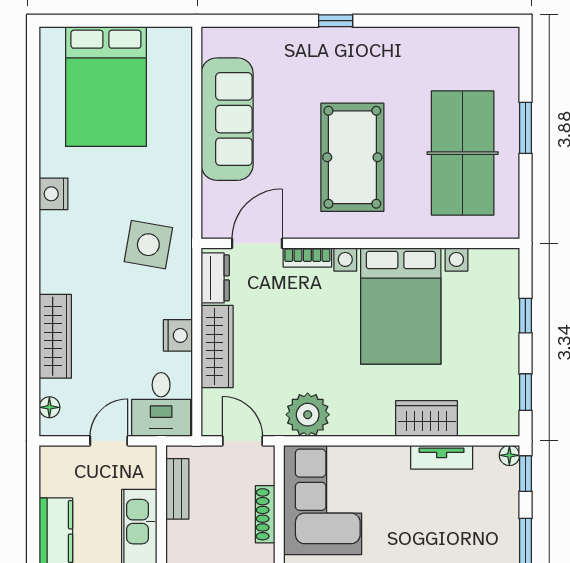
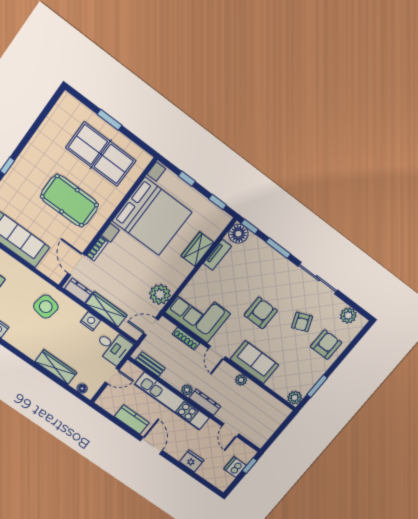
bed with nightstands: (401, 306) -> (152, 216), width x1.36
door: (109, 441) -> (112, 376), swing flipped
floor lamp: (509, 455) -> (238, 234), width x1.89, depth x1.89

